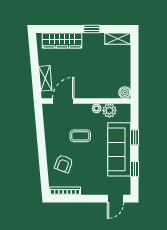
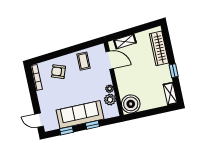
boiler: (125, 93) -> (131, 104), width x1.86, depth x1.86
coffee table: (80, 136) -> (84, 61), moved

